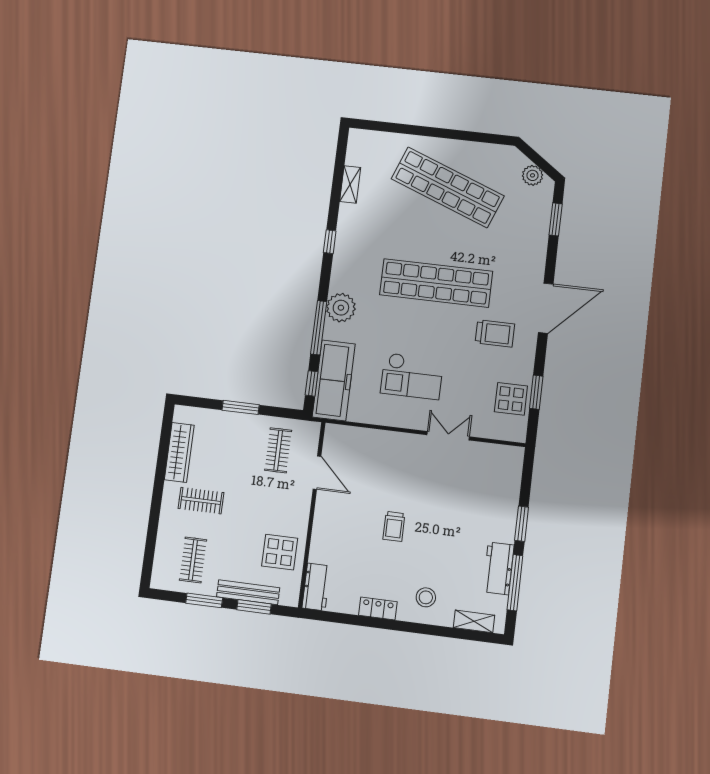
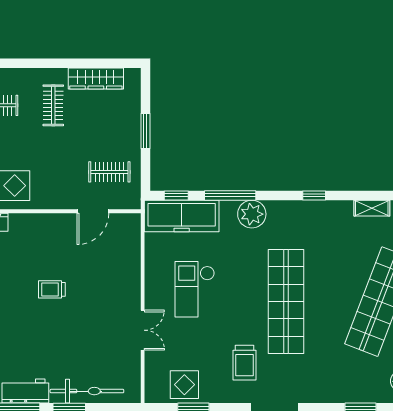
bicycle: (506, 503) -> (87, 391), added

